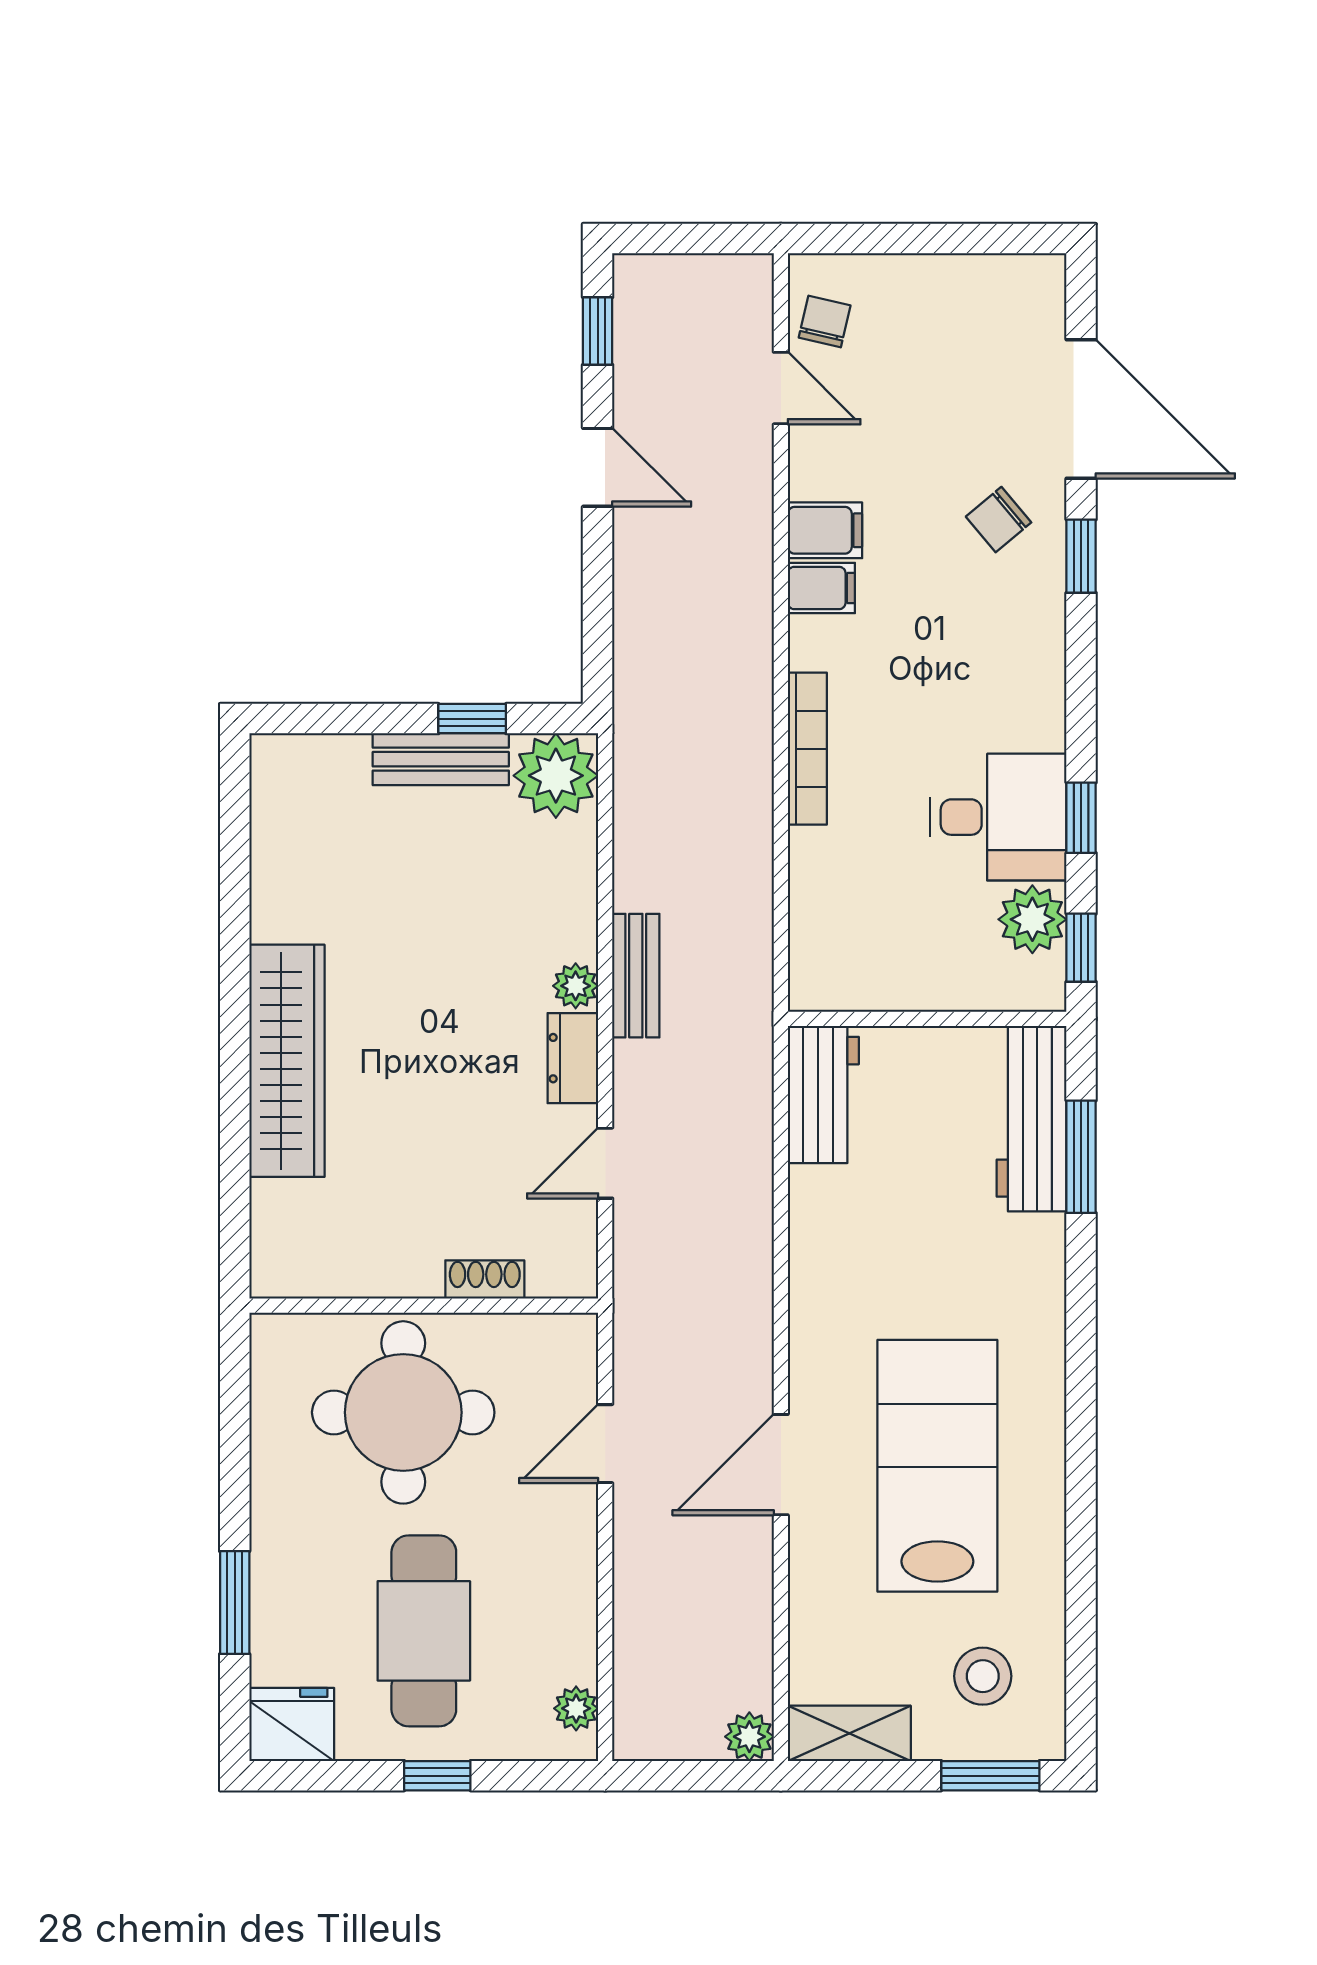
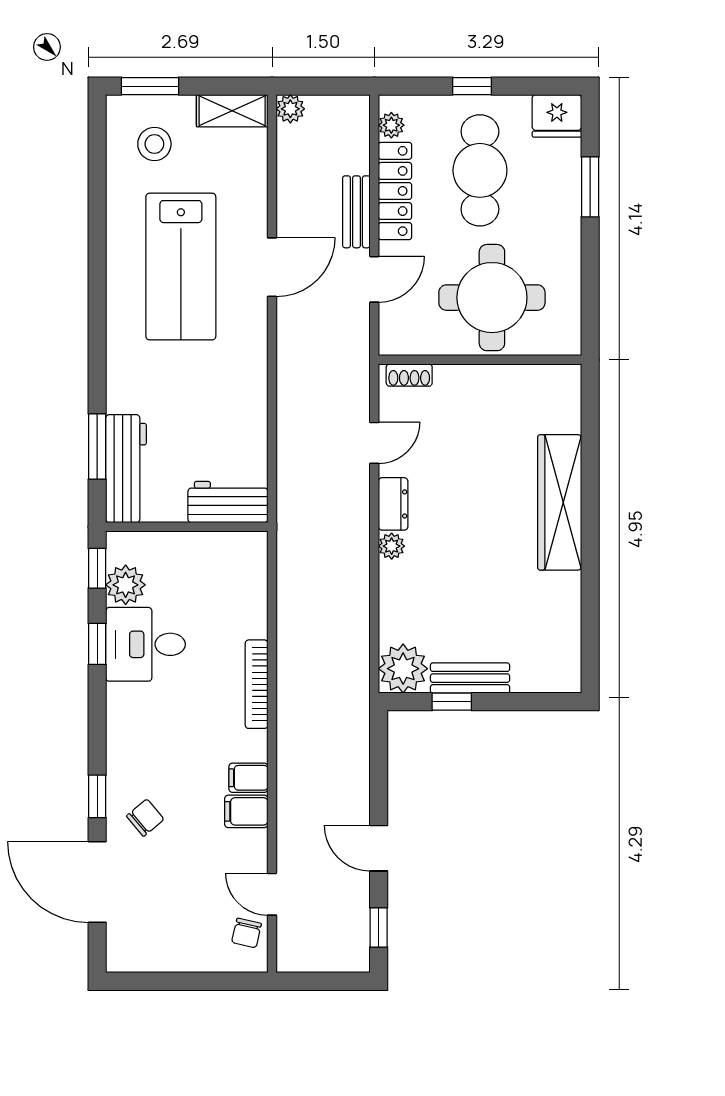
bench: (636, 976) -> (356, 212), moved
workbench: (823, 1094) -> (228, 502), moved, turned 90
shoe rack: (485, 1279) -> (409, 375), moved
locker: (570, 1595) -> (395, 191), added

